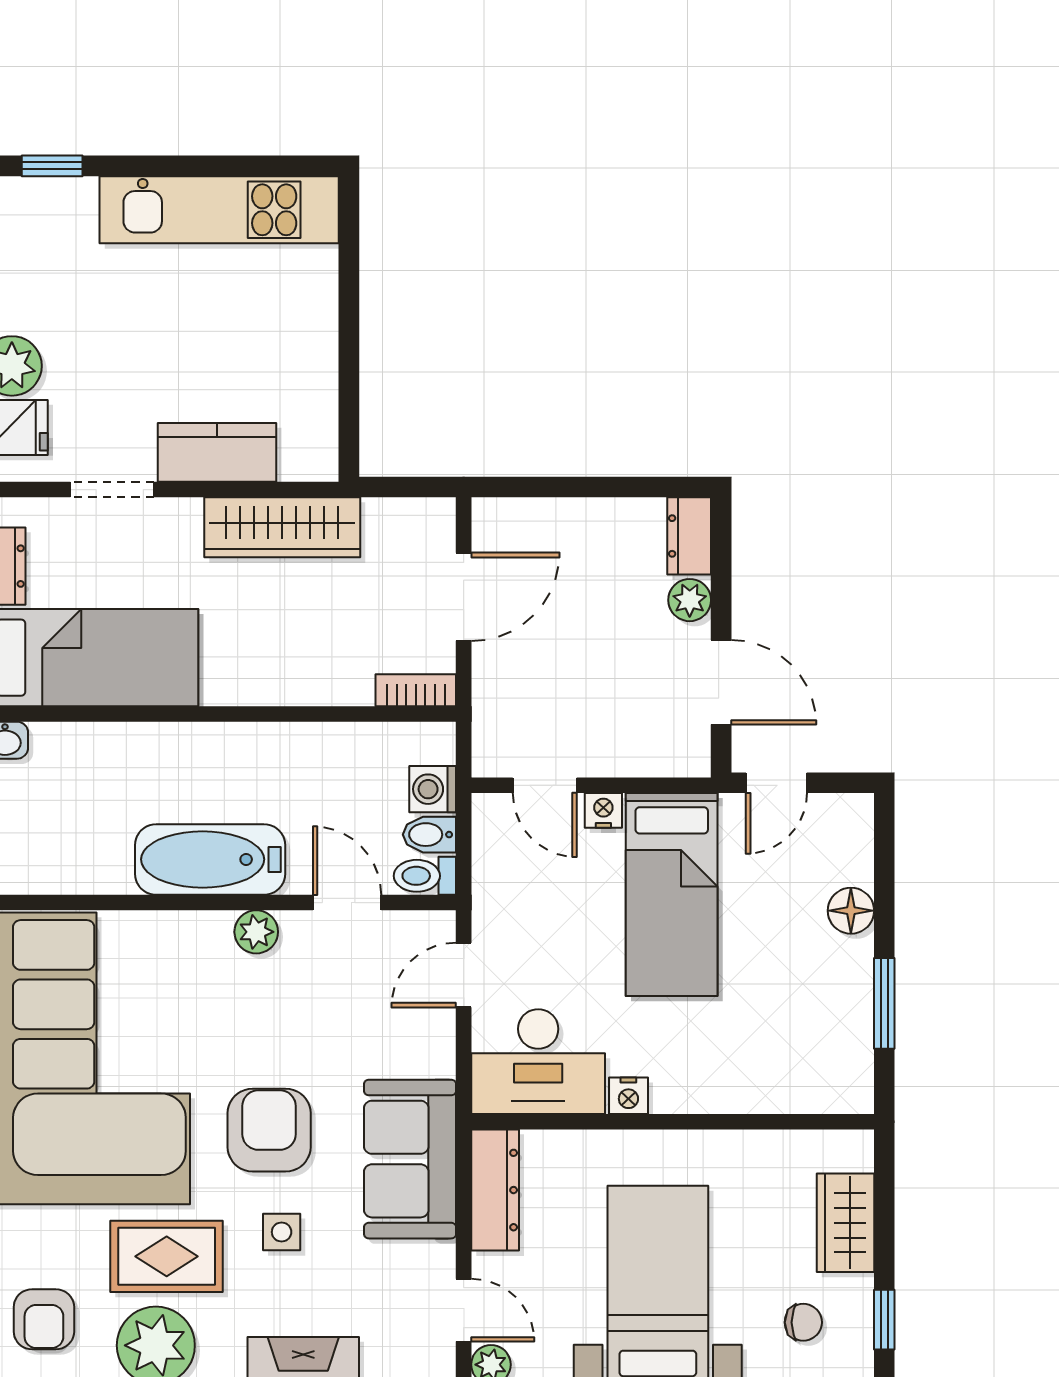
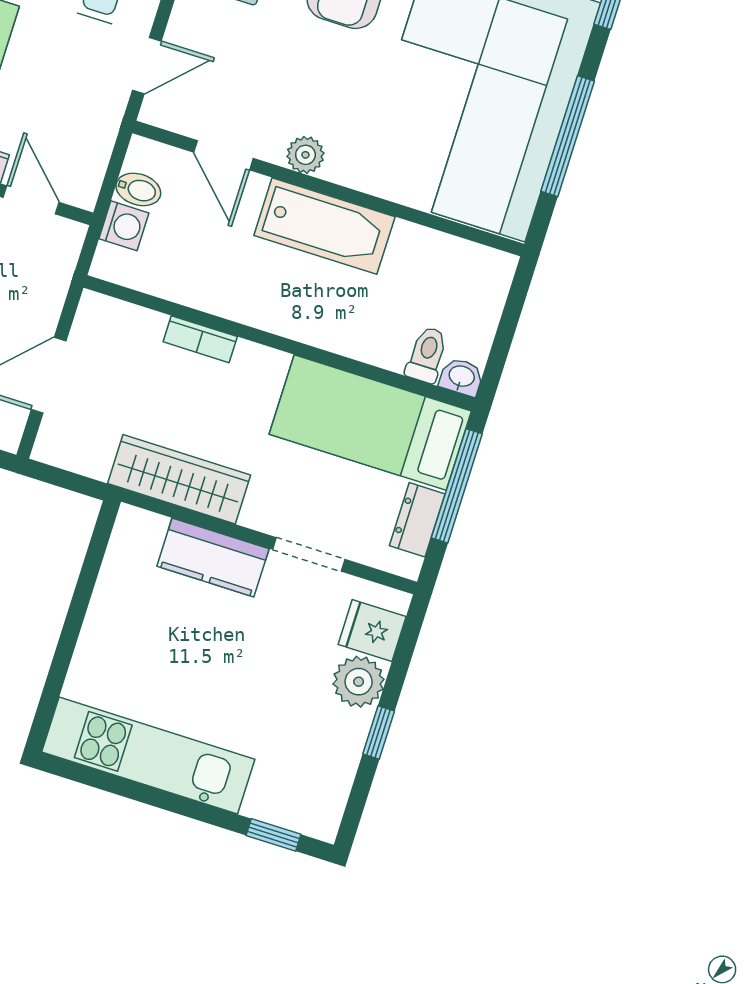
bookcase: (416, 690) -> (200, 339), moved
toilet: (425, 876) -> (427, 355), moved, turned -90

